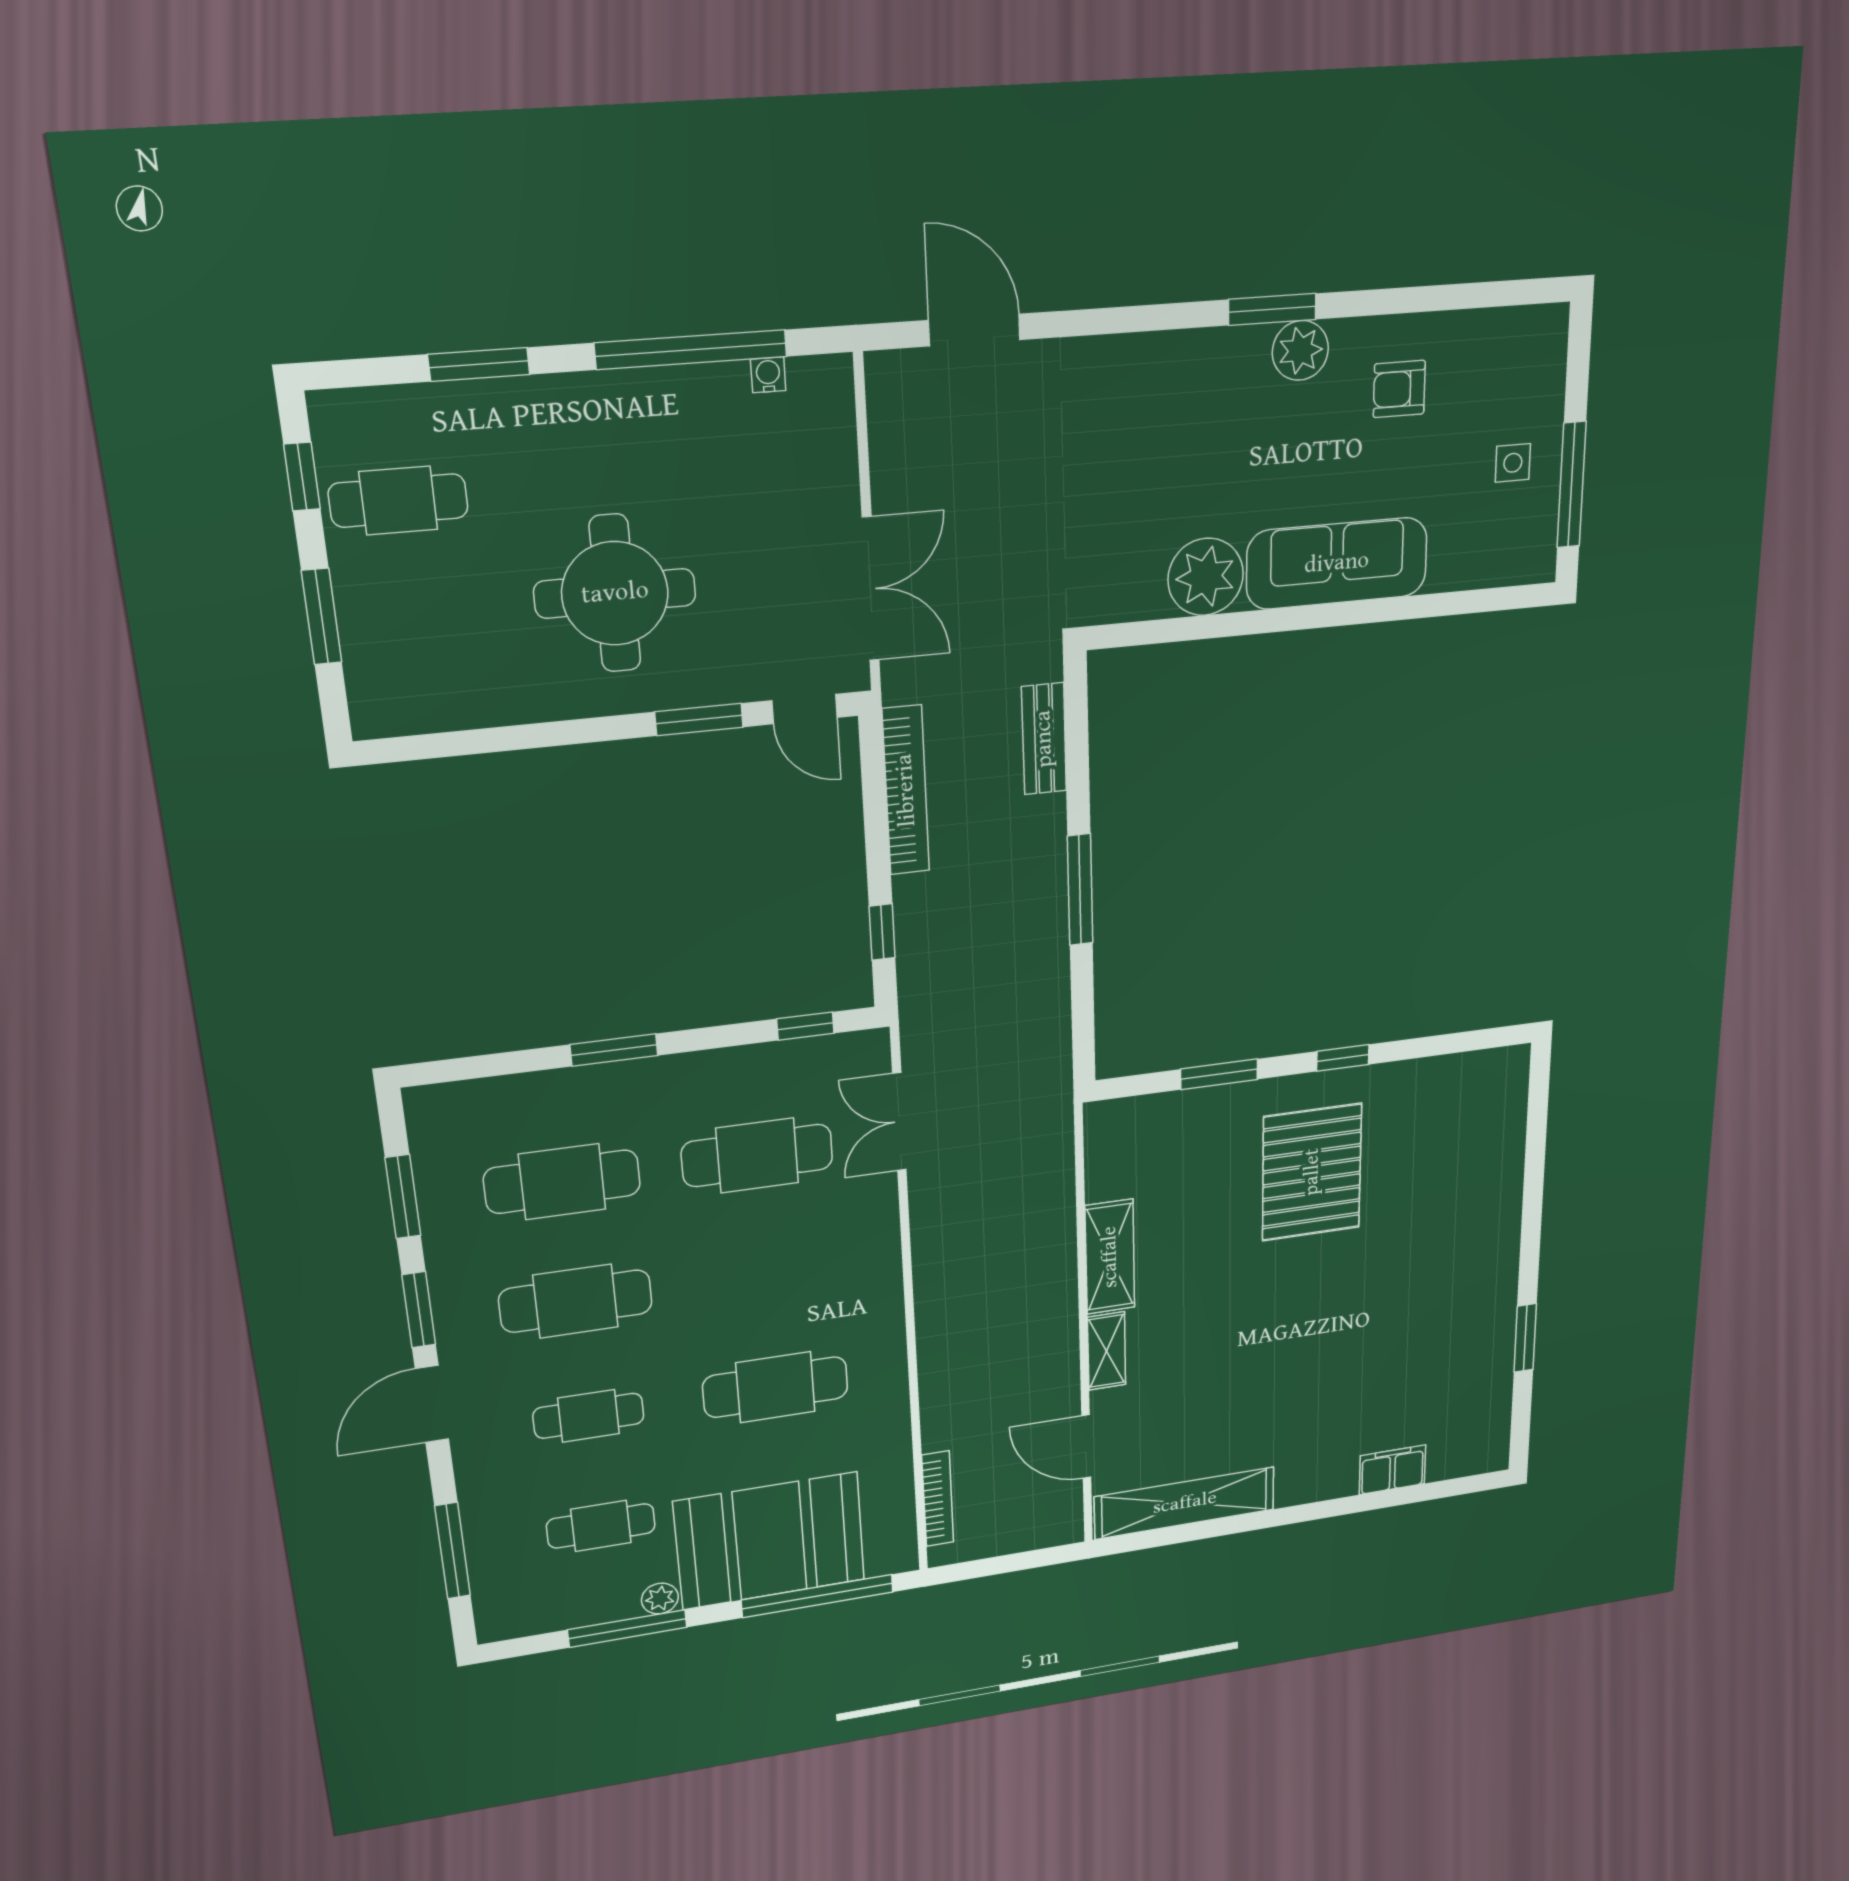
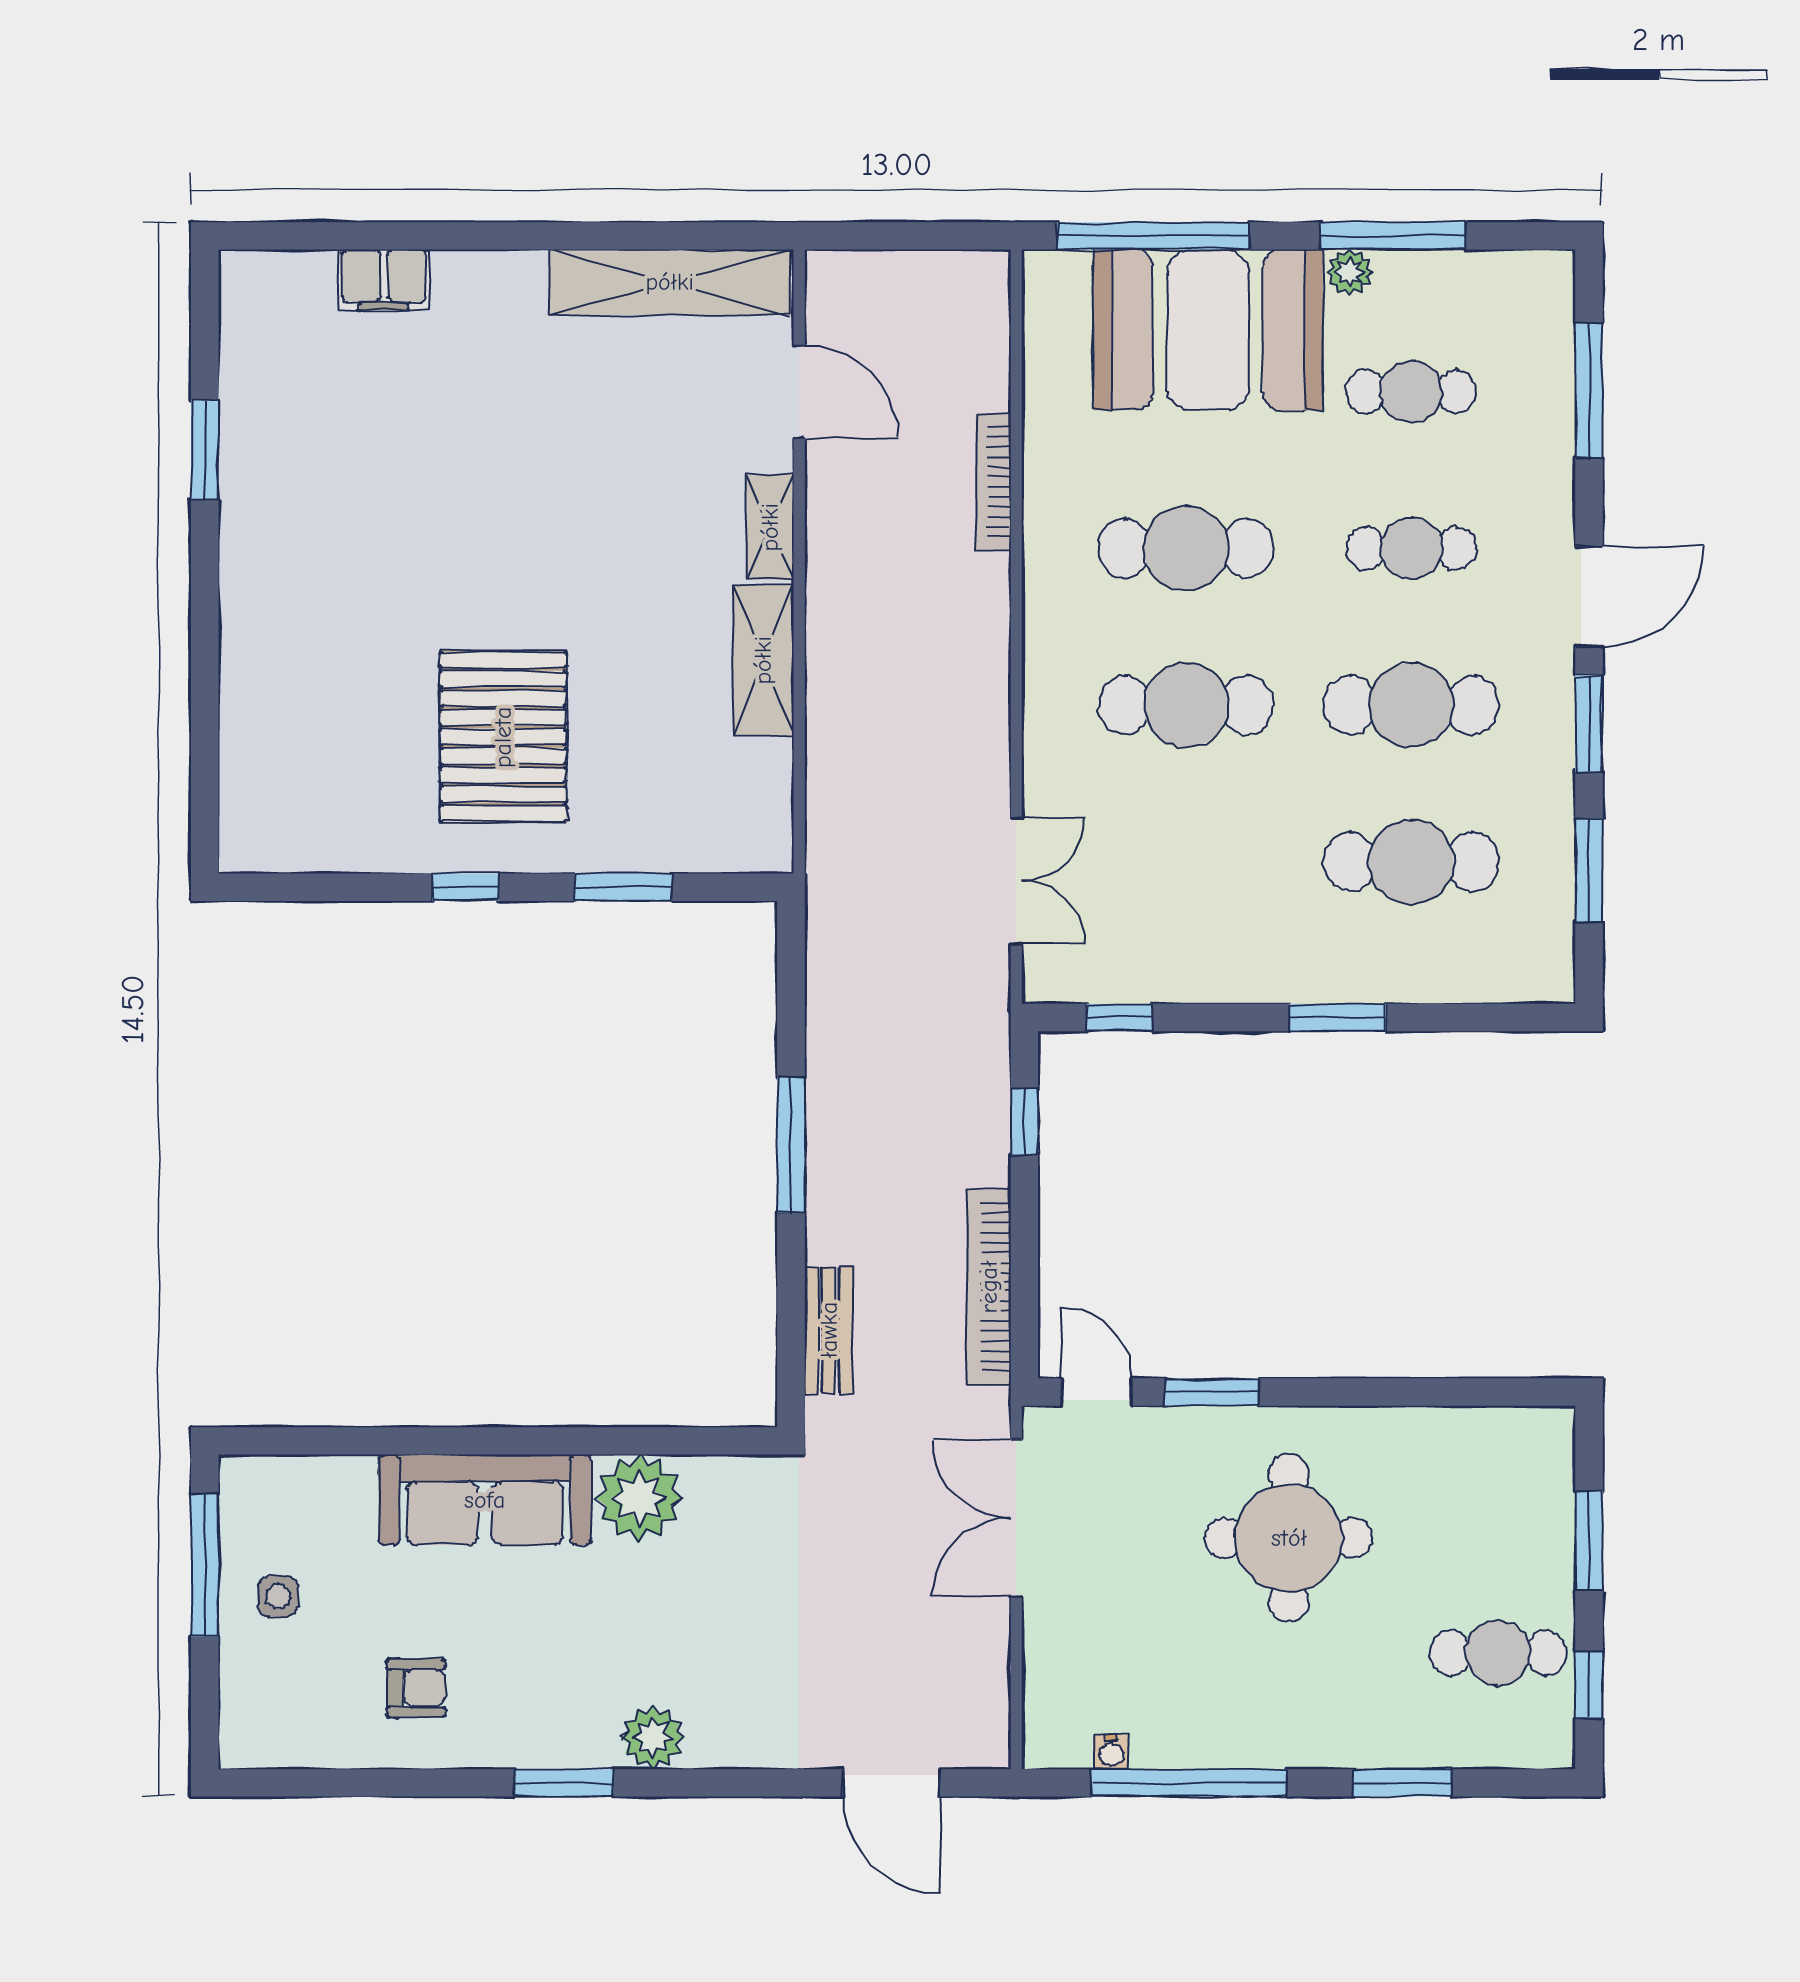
plant: (1300, 350) -> (653, 1738), moved
cafe table: (757, 1155) -> (1186, 705), moved
bookcase: (938, 1499) -> (993, 482), moved

